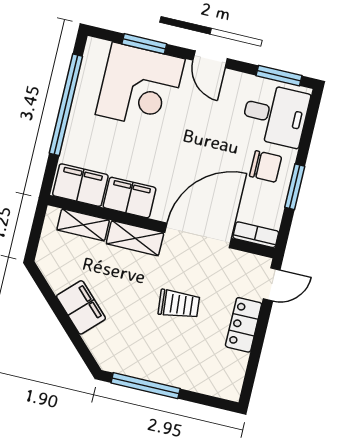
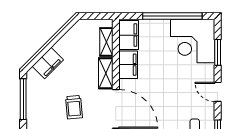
door: (210, 59) -> (218, 92), hinge flipped
corner desk: (140, 87) -> (193, 41), moved
filing cabinet: (81, 307) -> (48, 63), moved

